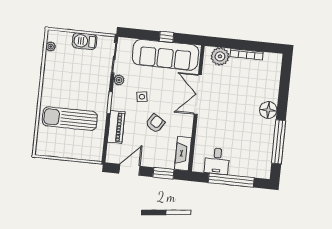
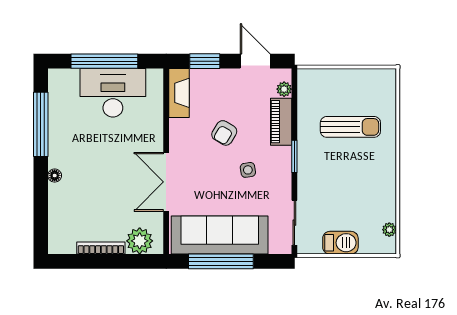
window: (166, 37) -> (221, 261), width x3.17
plant: (119, 80) -> (284, 89), moved
double door: (198, 94) -> (166, 182), swing flipped
floor lamp: (268, 110) -> (55, 176), width x0.53, depth x0.53
sun lounger: (70, 119) -> (350, 127), width x0.73, depth x0.75
desk: (217, 161) -> (113, 93), width x1.87, depth x1.30
door: (129, 170) -> (255, 61), swing flipped

